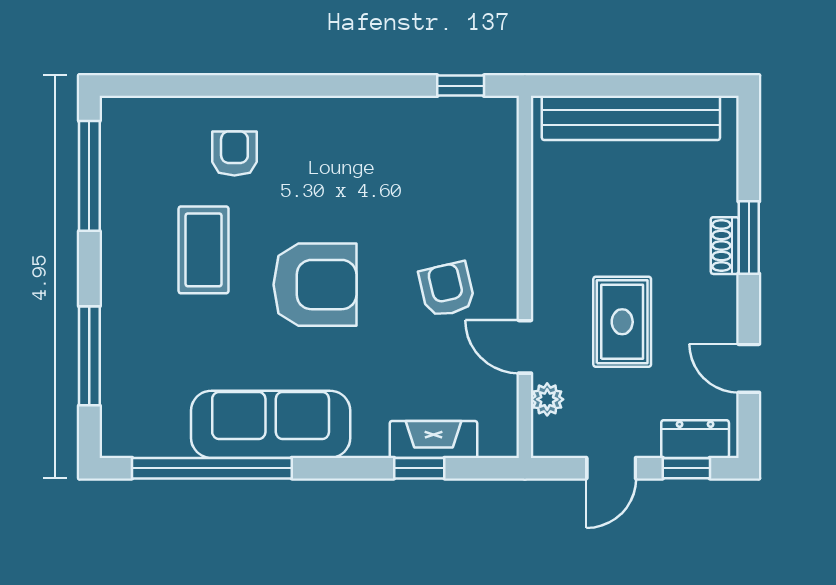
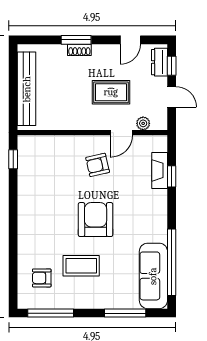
armchair: (234, 153) -> (42, 278), moved
sofa: (271, 424) -> (153, 276), moved

